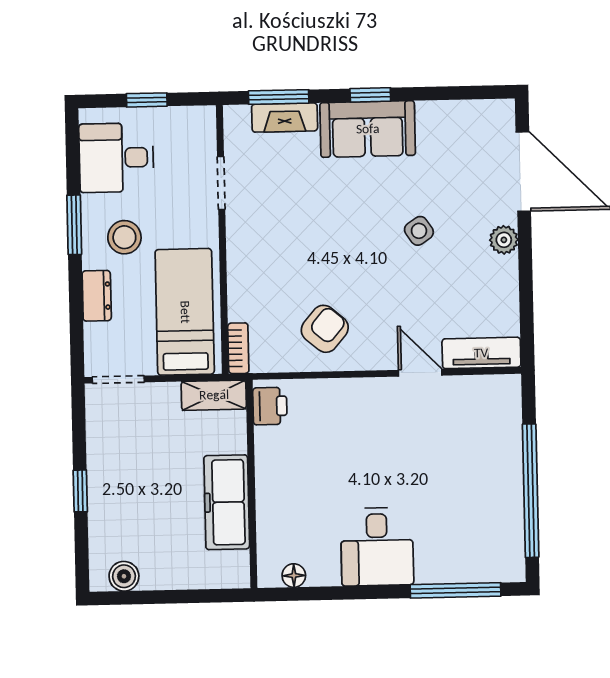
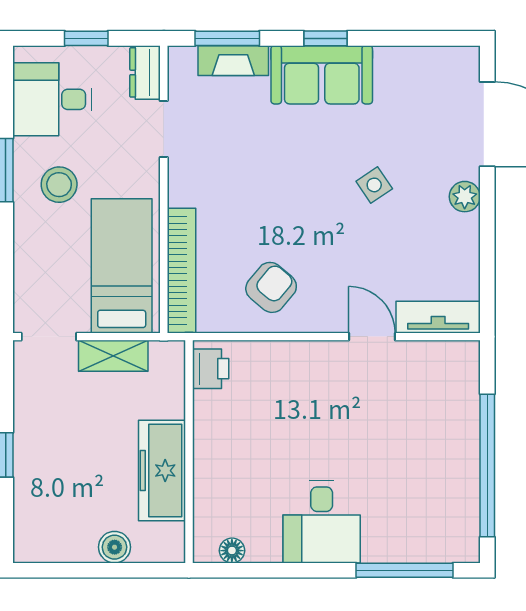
dresser: (97, 296) -> (145, 72), moved, turned 180
bookcase: (238, 348) -> (182, 271), width x2.31, depth x1.31
shelving: (214, 395) -> (113, 356), moved
boiler: (124, 576) -> (115, 547), moved

